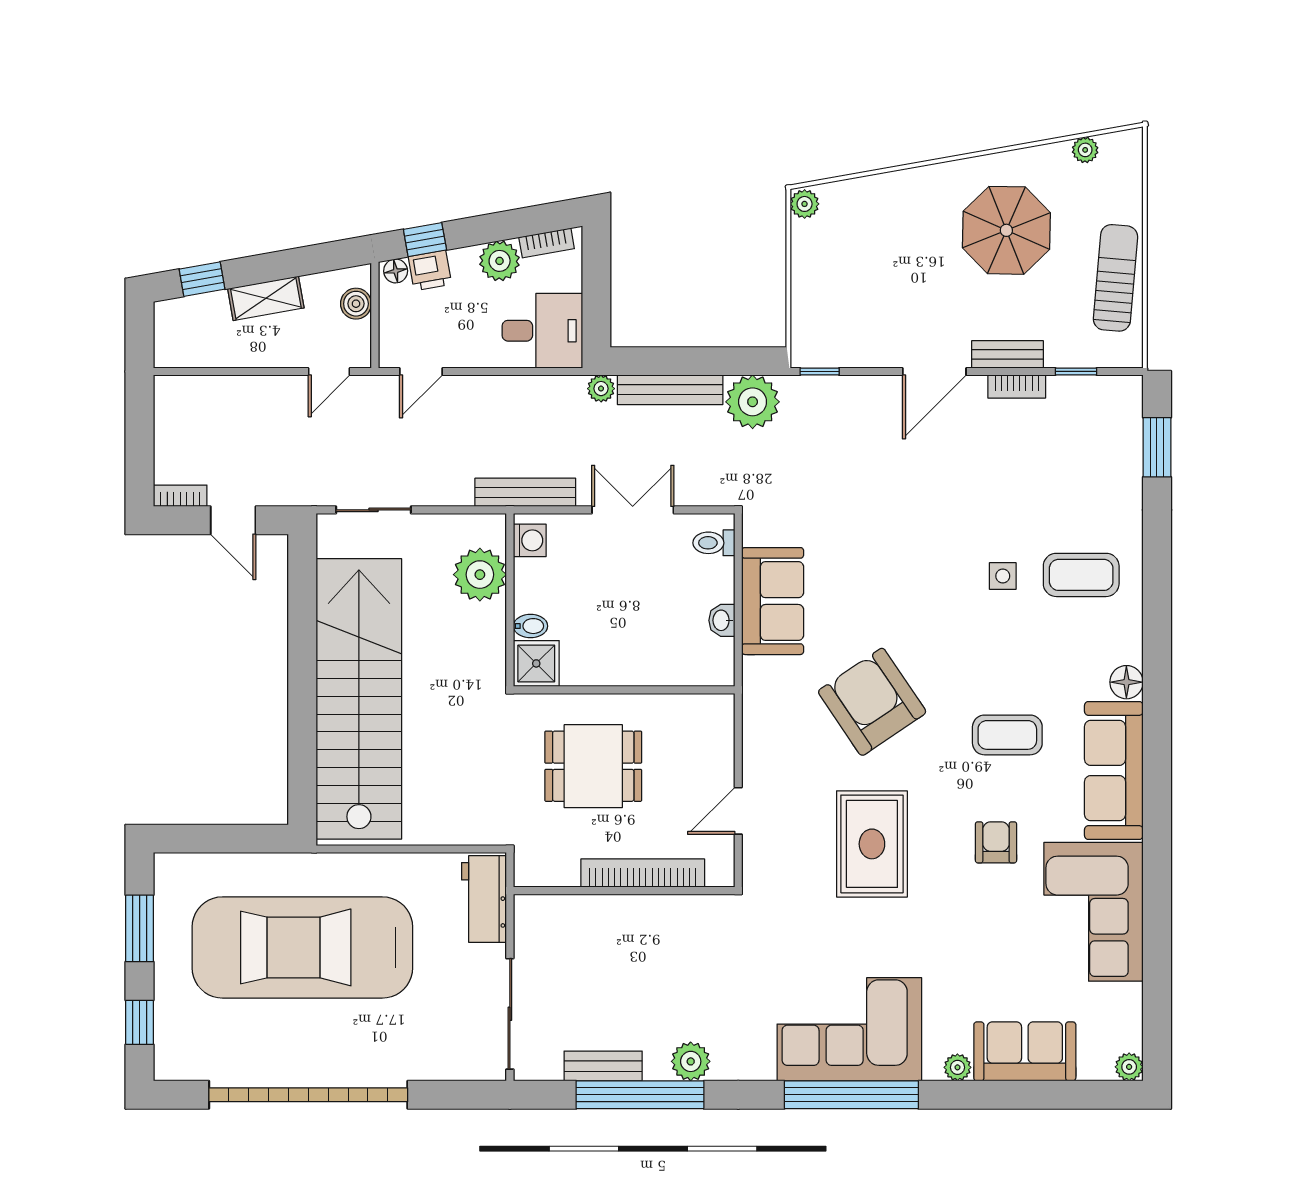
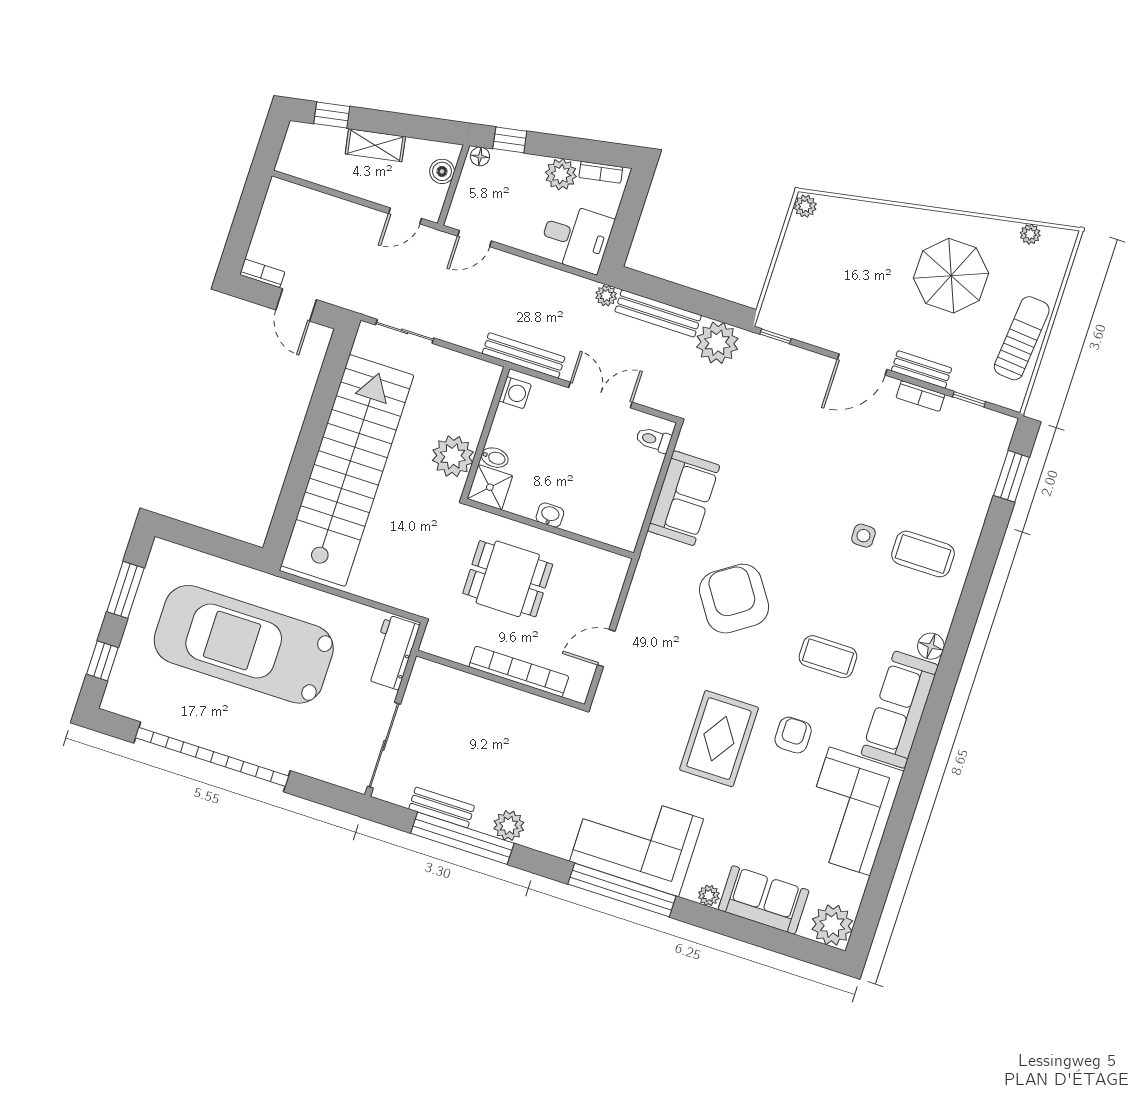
printer: (430, 270) -> (506, 164), removed
plant: (480, 575) -> (453, 456), moved
washbasin: (722, 620) -> (550, 515), moved, turned 90
rug: (872, 844) -> (719, 739), moved
plant: (1129, 1067) -> (832, 925), width x1.88, depth x1.88

